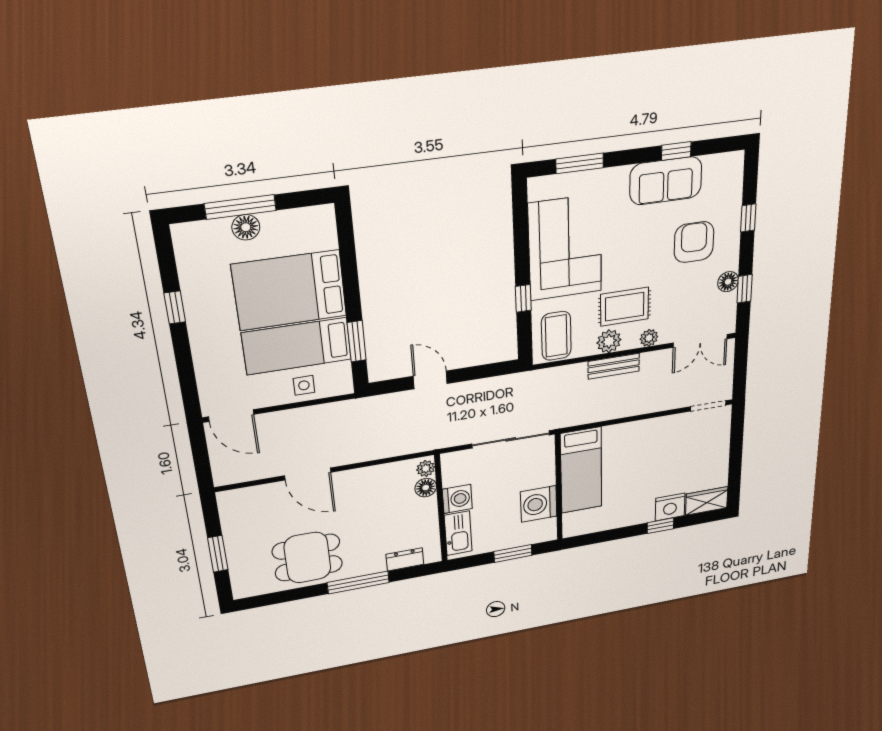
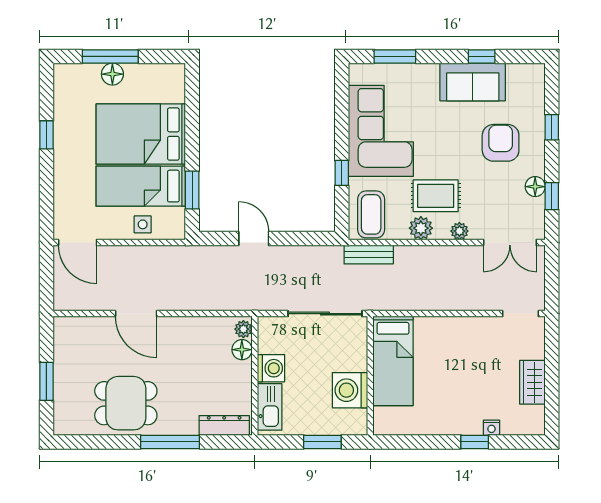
bench: (614, 366) -> (369, 255), moved
wardrobe: (707, 501) -> (532, 382), moved, turned -90
nightstand: (670, 507) -> (491, 428), width x0.53, depth x0.56
dresser: (405, 559) -> (224, 425), width x1.44

